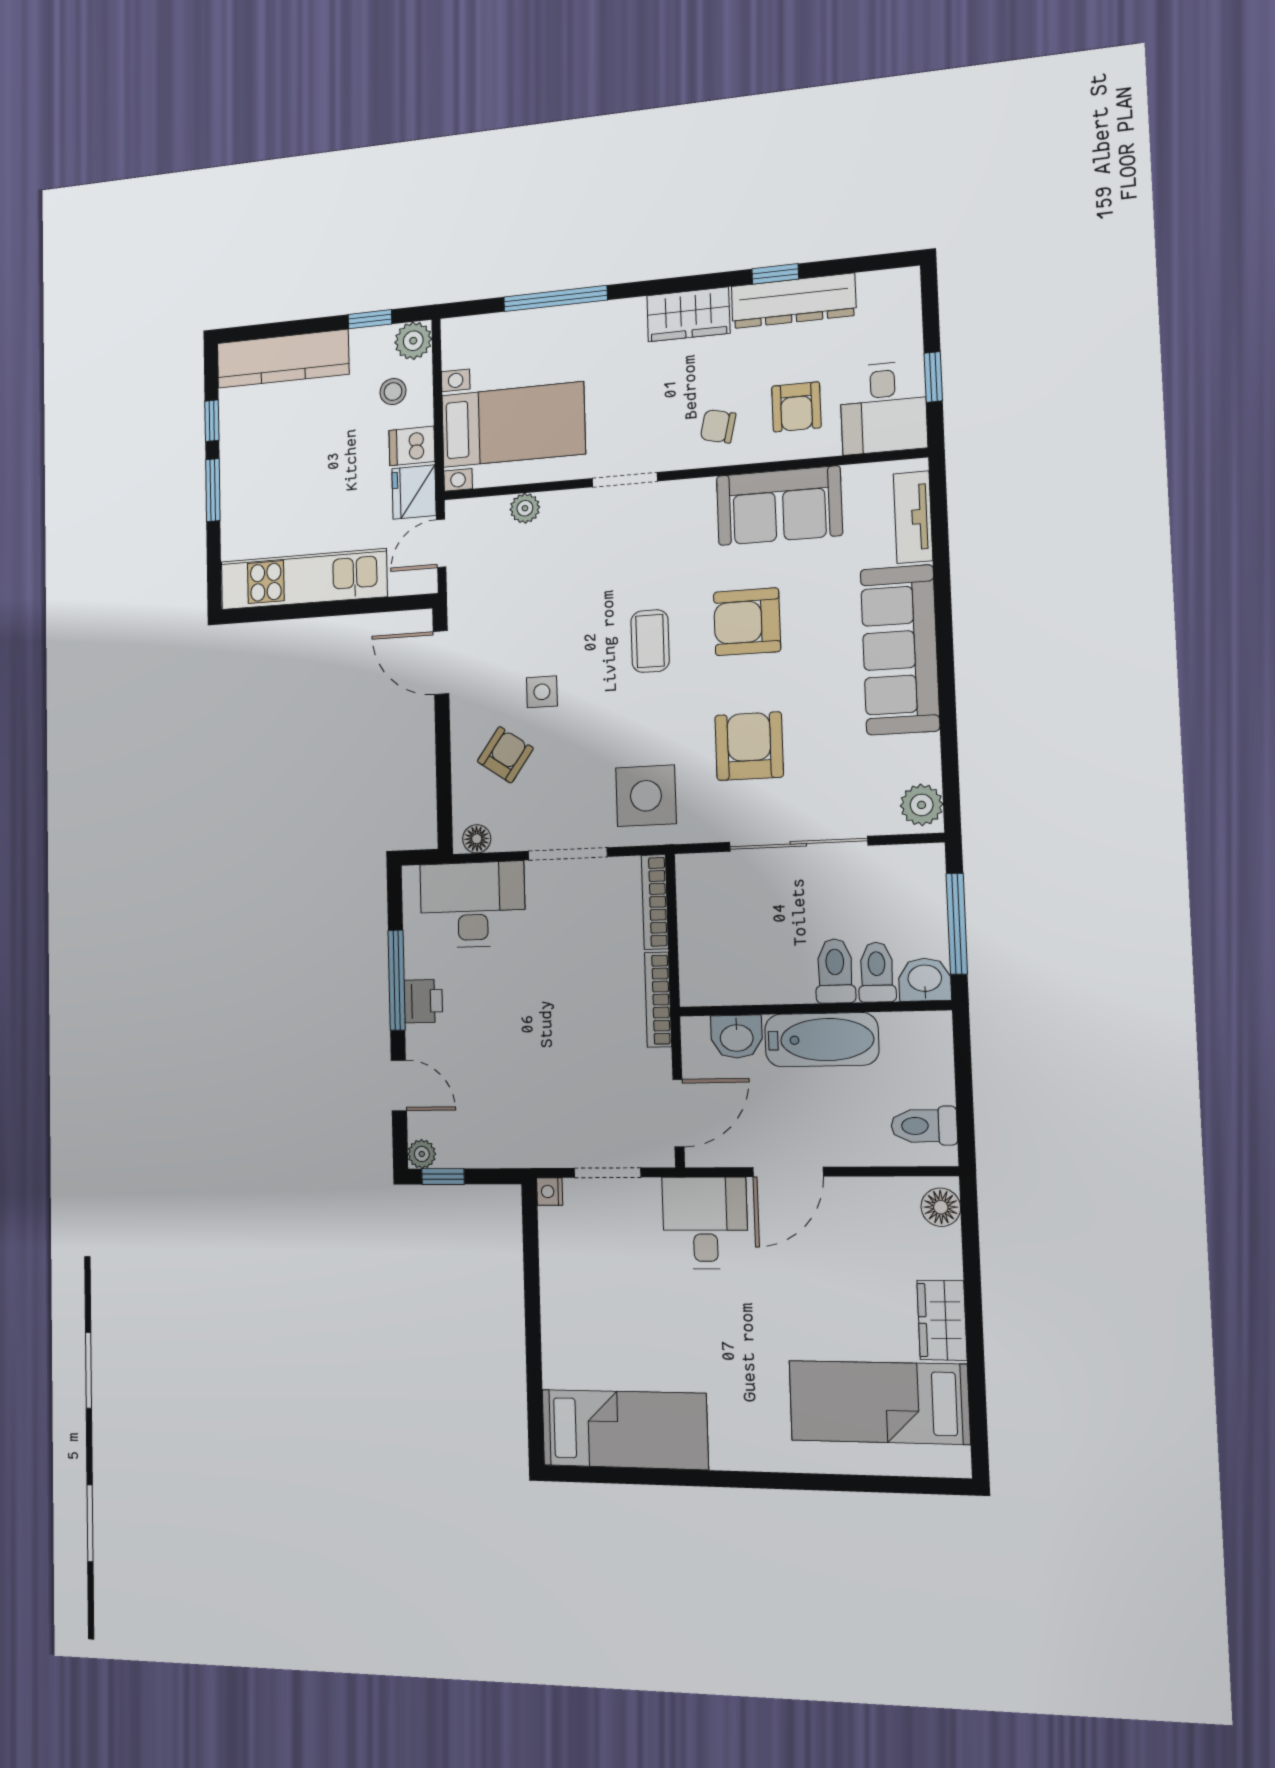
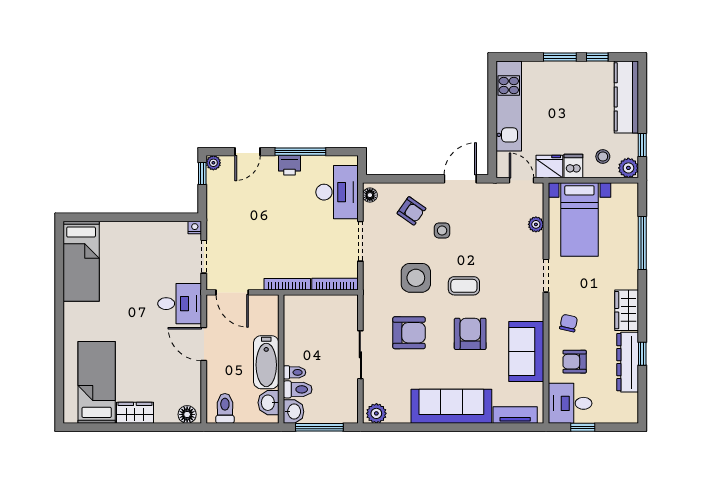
side table: (646, 796) -> (416, 278), moved
sliding door: (798, 844) -> (360, 355), width x0.73
toilet: (835, 971) -> (294, 372), width x0.73, depth x0.72
washbasin: (737, 1037) -> (268, 403), moved

